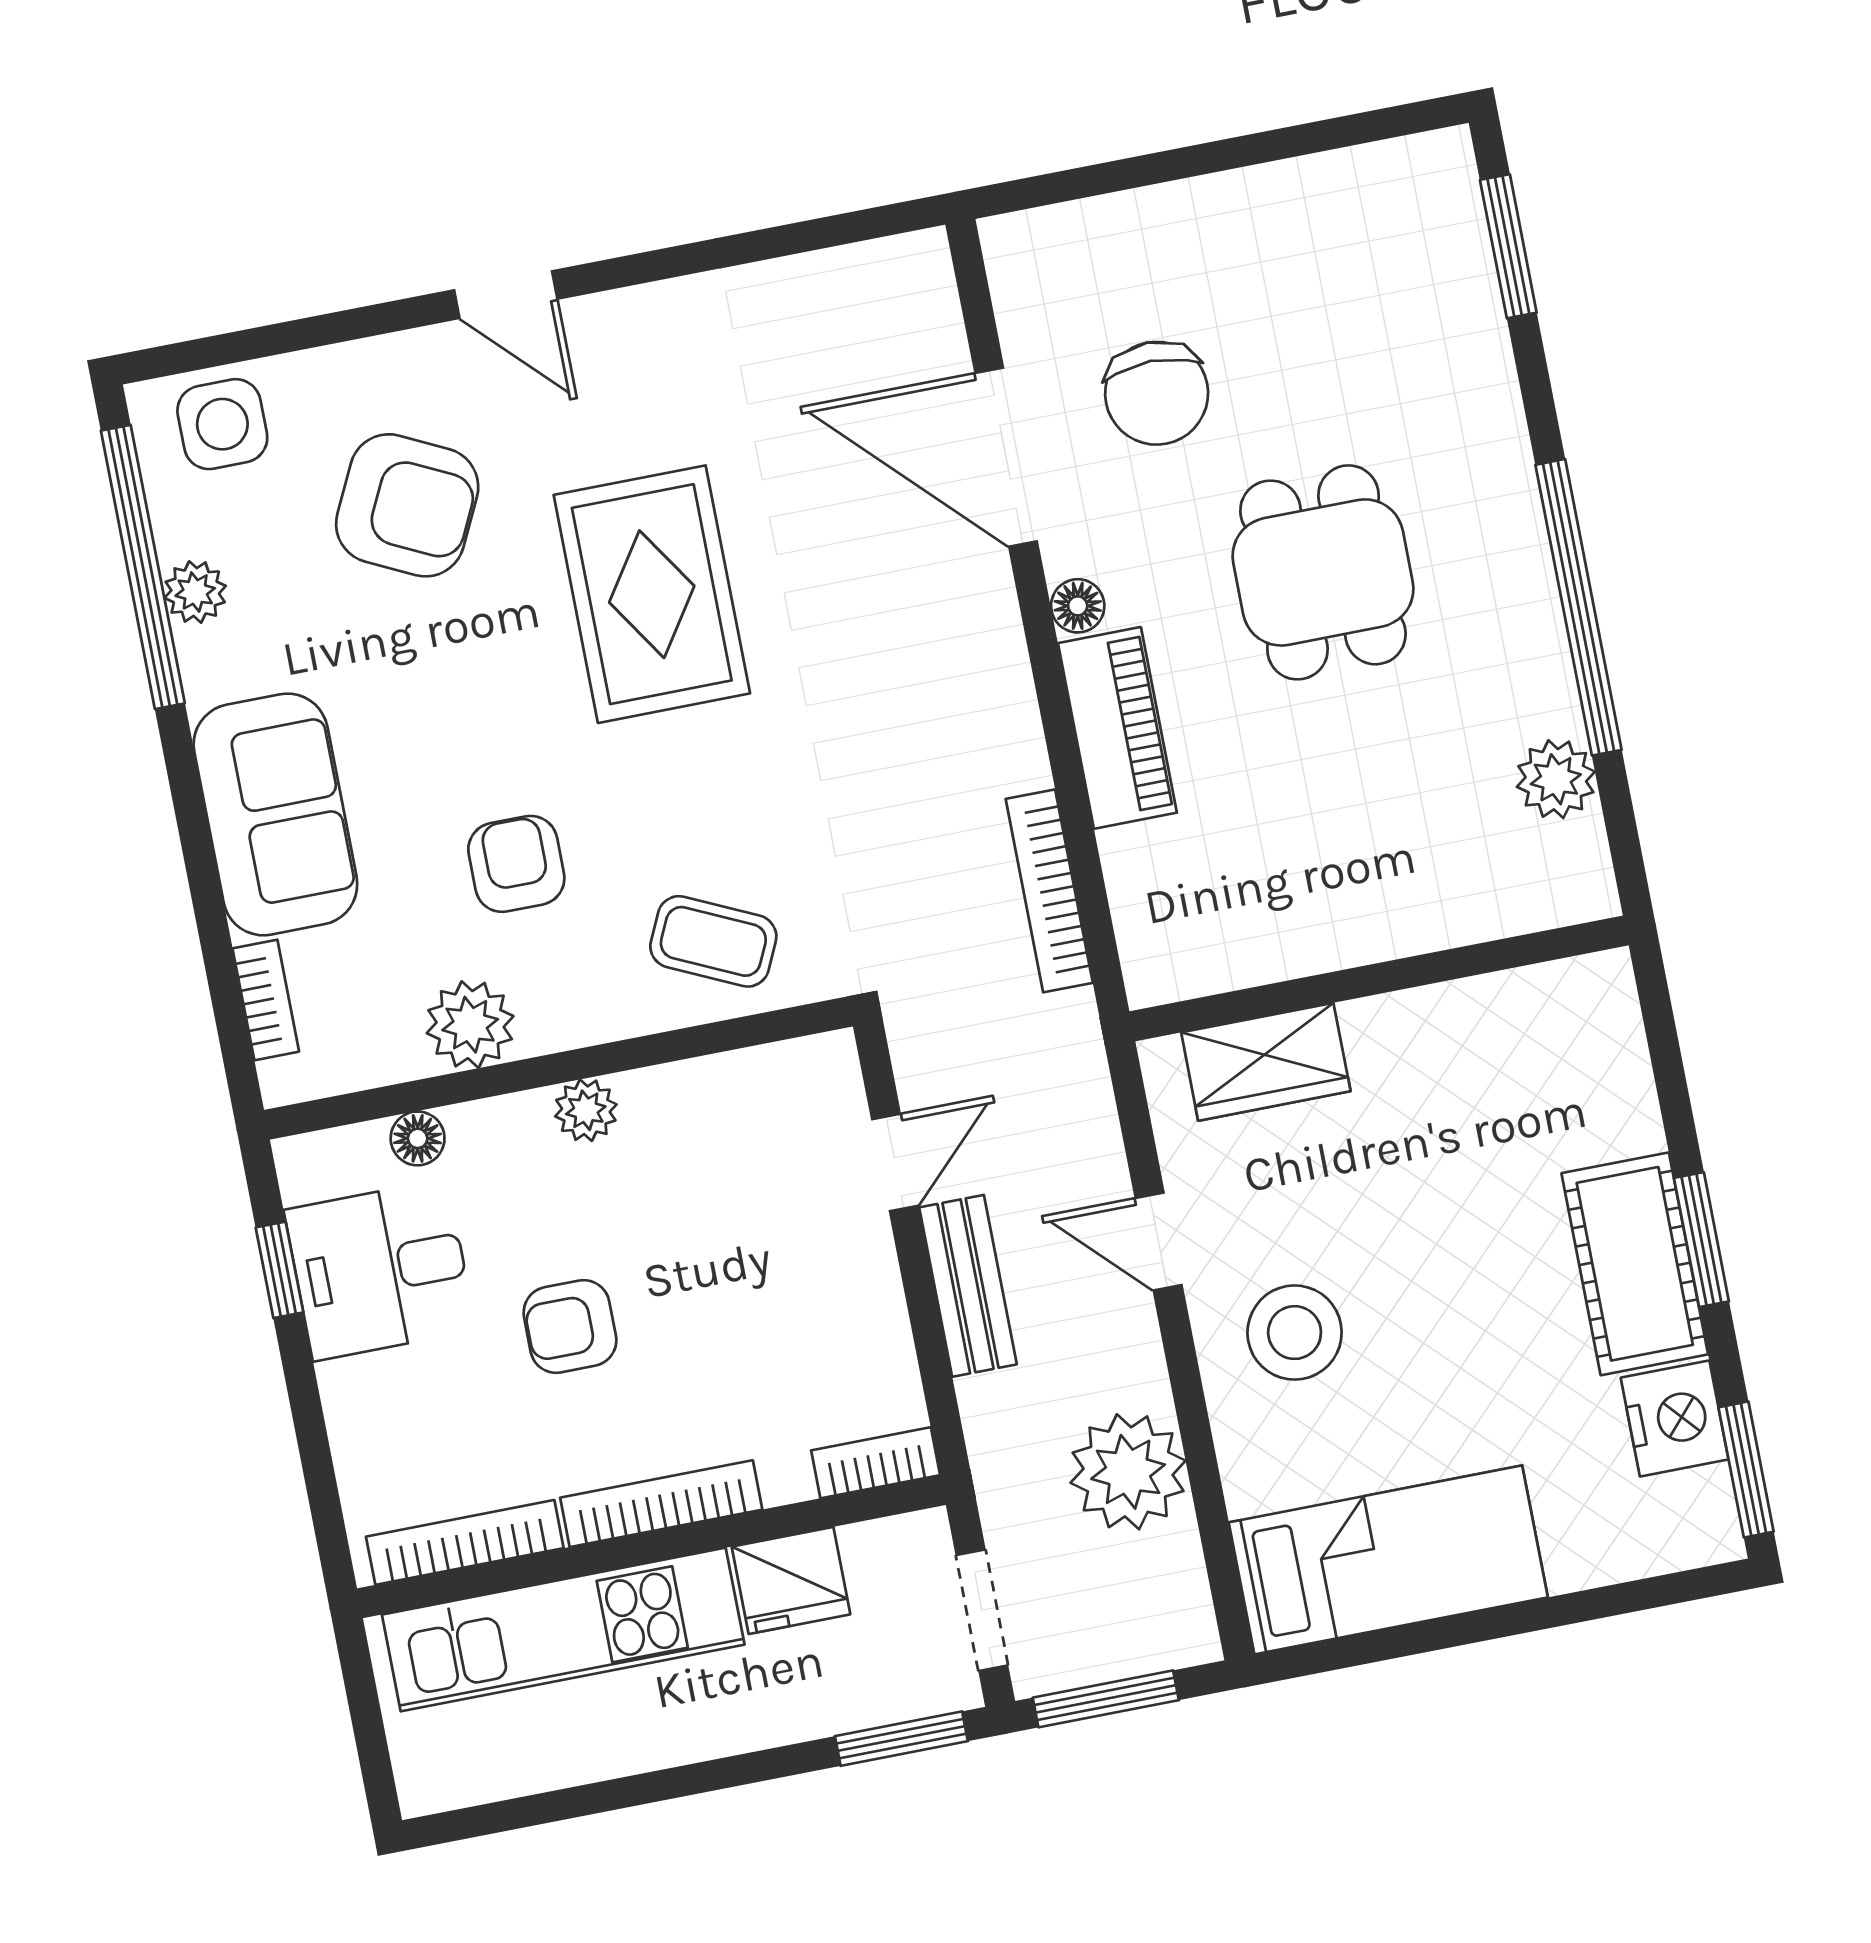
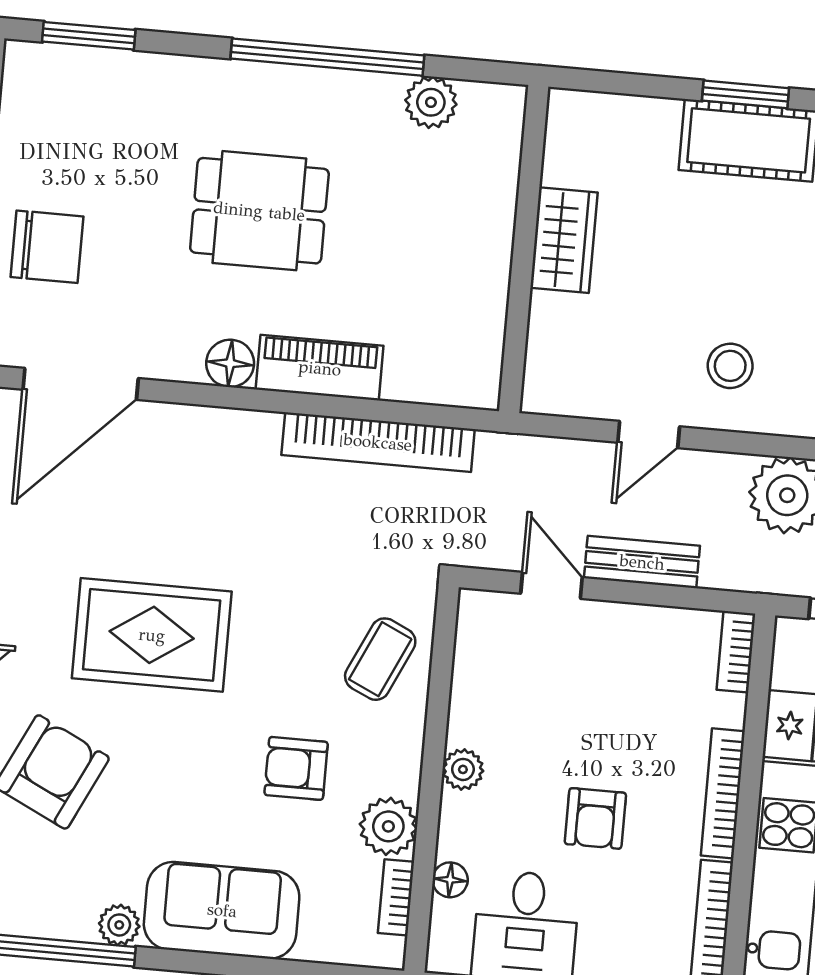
chair: (1157, 393) -> (47, 247), moved
door: (1006, 457) -> (81, 384), moved
plant: (195, 592) -> (119, 925), moved
floor lamp: (1078, 606) -> (230, 363), width x1.37, depth x1.37
bookcase: (1049, 891) -> (378, 442), width x1.48, depth x1.31
bookcase: (266, 1000) -> (396, 897), moved, turned -90
wardrobe: (1266, 1062) -> (564, 240), moved
stool: (1295, 1333) -> (730, 366), width x0.73, depth x0.73

